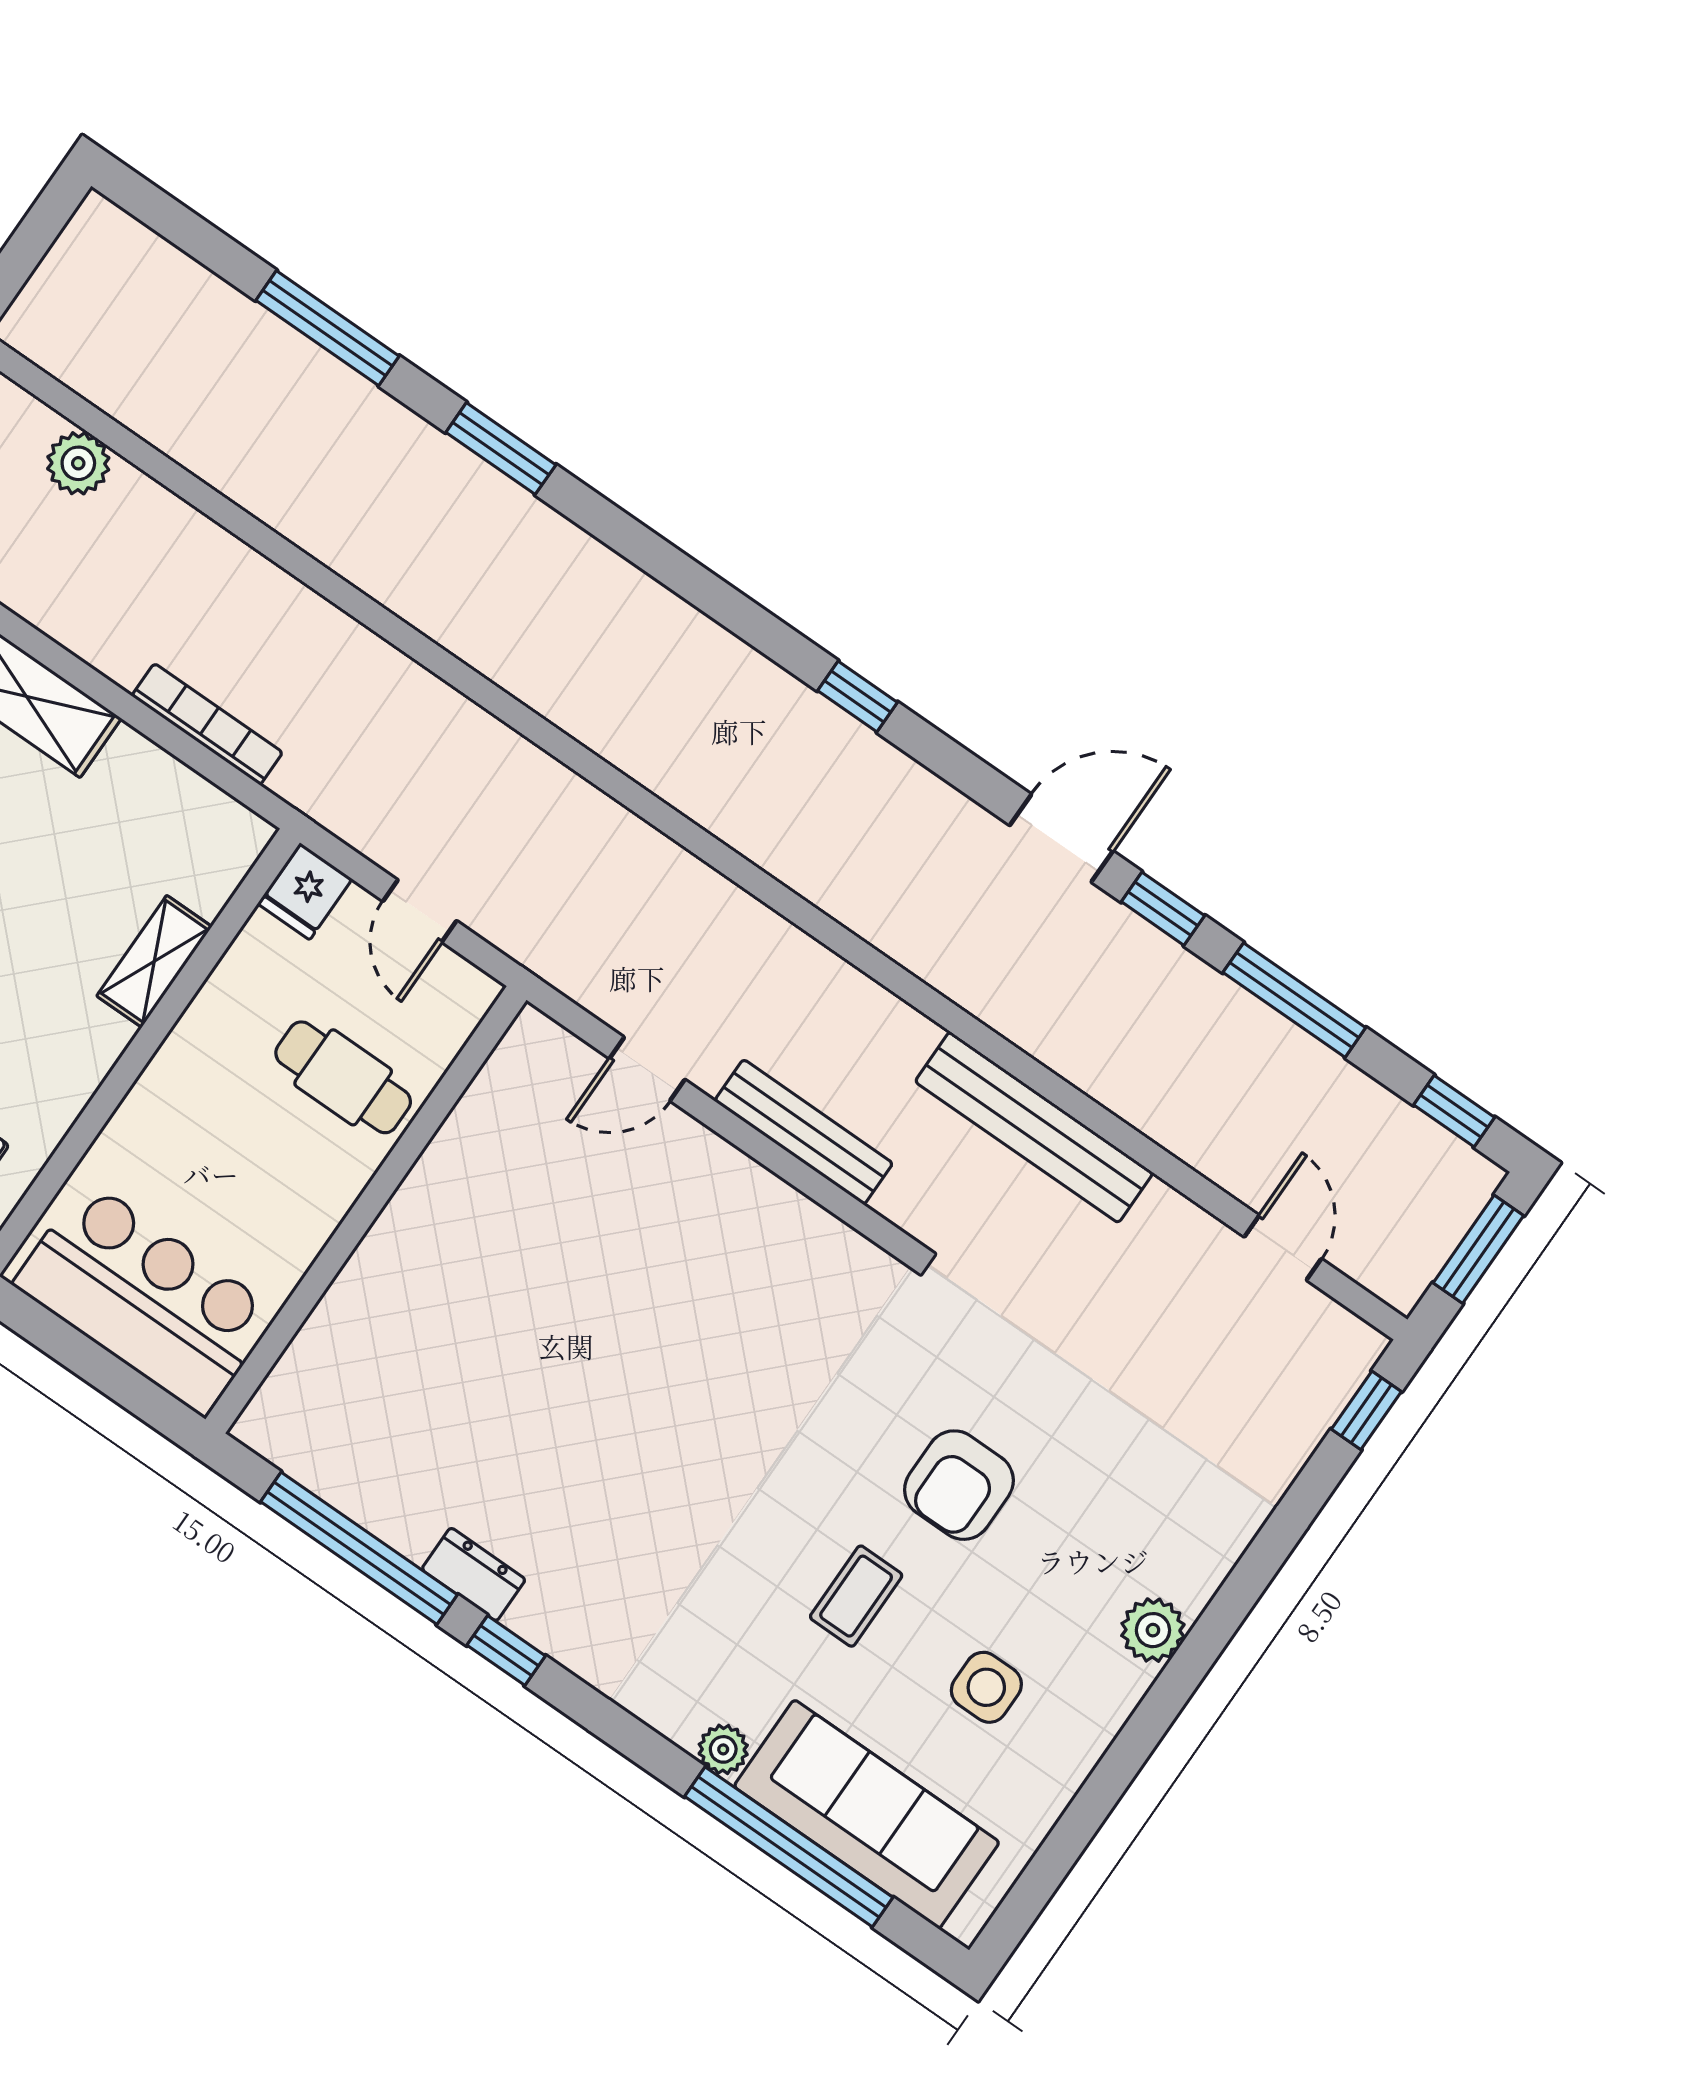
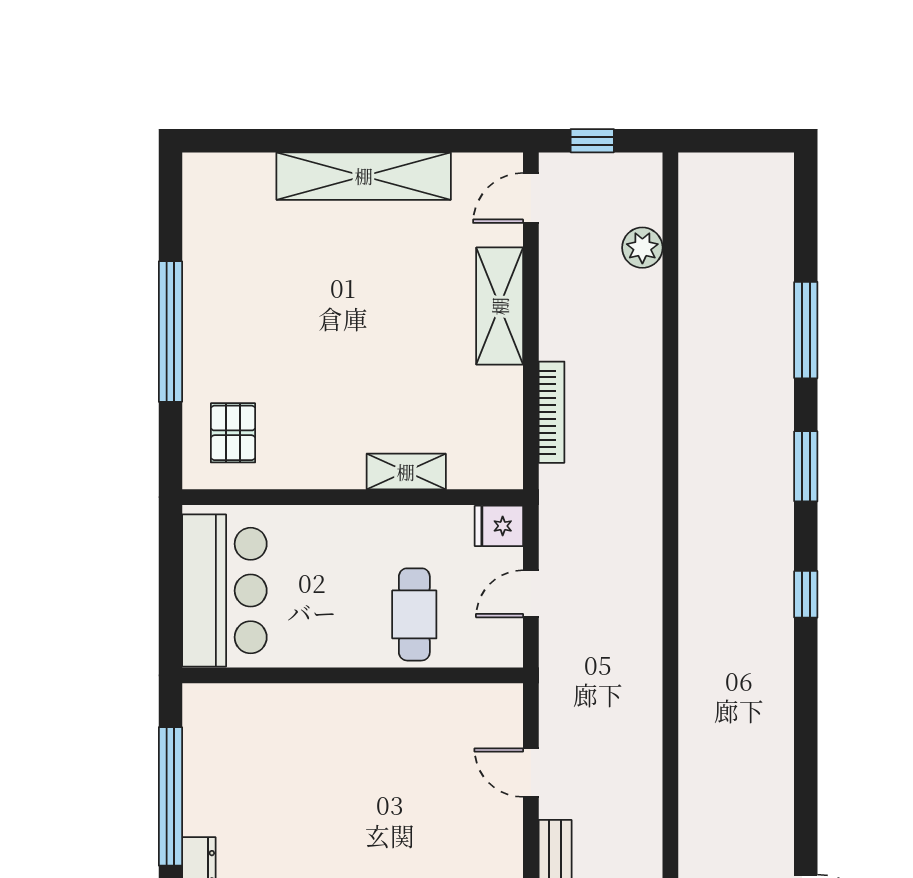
window: (857, 696) -> (806, 594), moved

